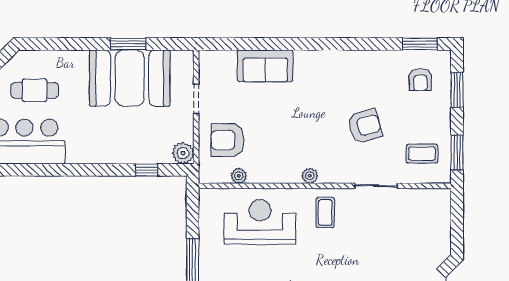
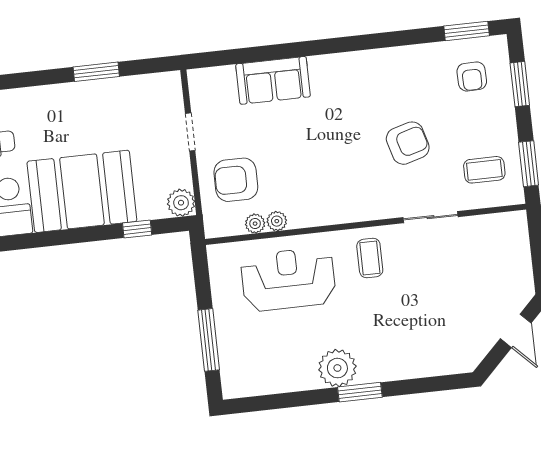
booth: (130, 78) -> (82, 191), moved
plant: (310, 176) -> (277, 221), moved

